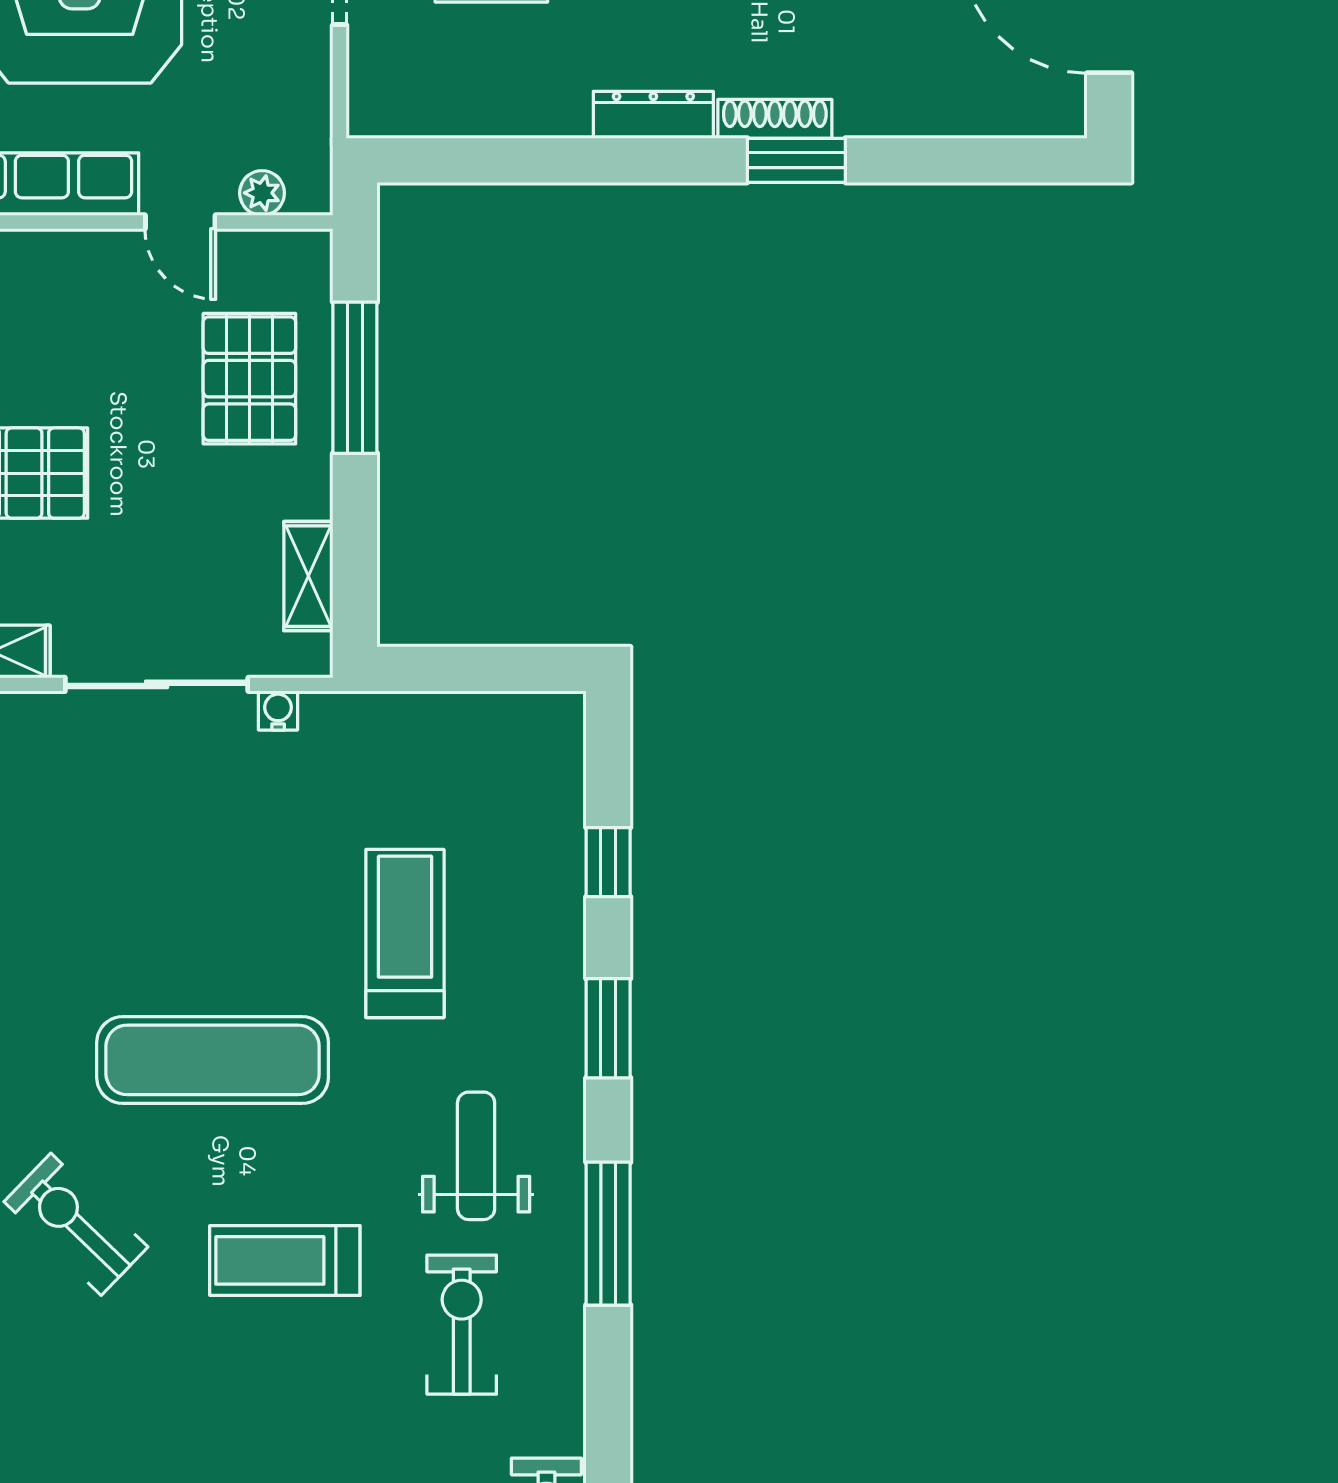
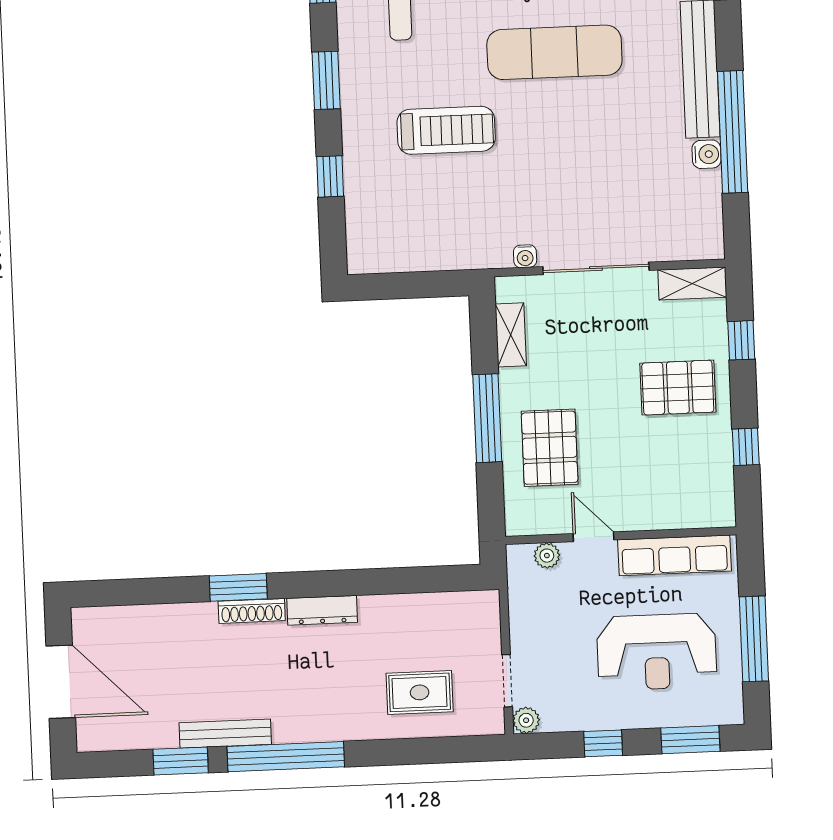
window: (355, 378) -> (487, 418), moved
treadmill: (405, 934) -> (446, 130), turned -90

